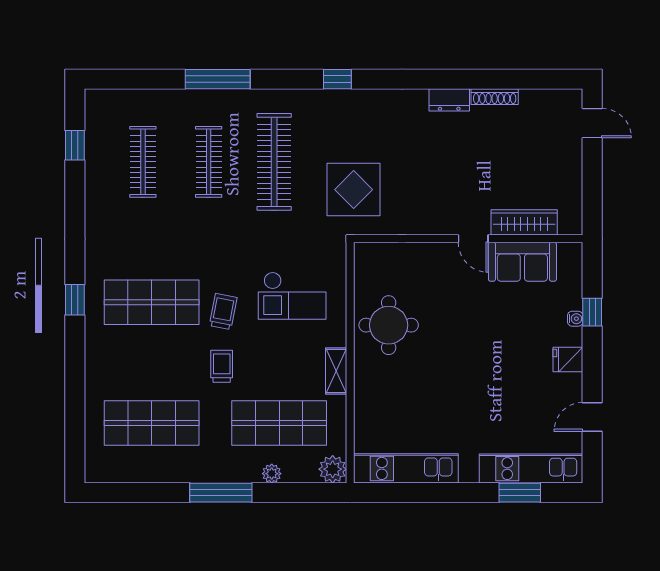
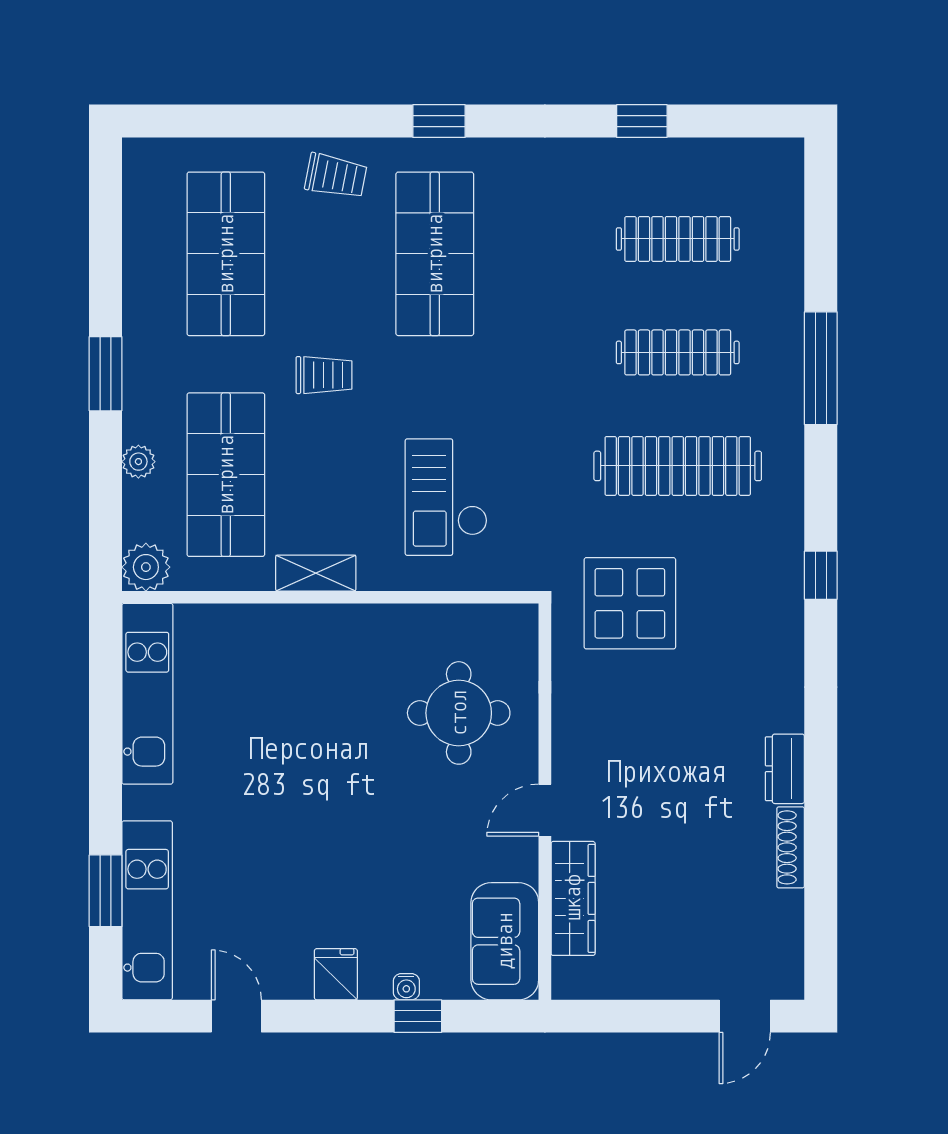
window: (75, 145) -> (642, 121), moved
sofa: (522, 262) -> (505, 941), moved
trolley: (223, 312) -> (336, 176), moved
round table: (389, 325) -> (459, 713), moved
window: (221, 493) -> (106, 374), width x0.69

